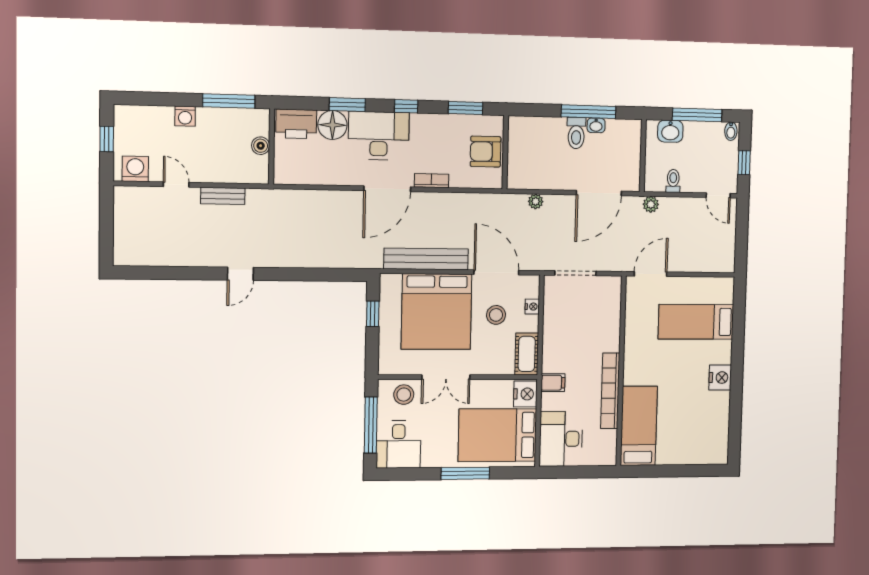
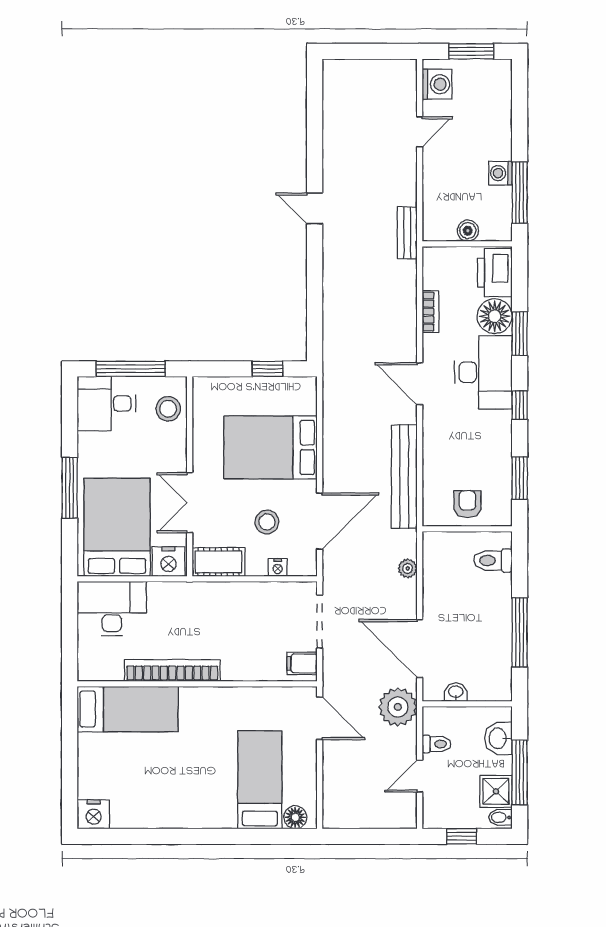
washing machine: (185, 116) -> (500, 173), moved
washbasin: (596, 125) -> (456, 692), moved, turned 90
toilet: (576, 133) -> (493, 561), moved
shower: (711, 134) -> (496, 791), added
window: (107, 139) -> (471, 51), width x1.50
armchair: (486, 152) -> (467, 504), width x0.72, depth x0.72
bookcase: (431, 181) -> (430, 312), moved
door: (387, 189) -> (420, 384), width x0.73
door: (718, 195) -> (420, 776), moved
bench: (223, 196) -> (407, 233), moved
plant: (651, 204) -> (398, 707), width x1.87, depth x1.87
bench: (426, 259) -> (404, 477), moved
floor lamp: (725, 294) -> (295, 817), added
bed: (437, 312) -> (271, 447), width x0.73
double door: (446, 377) -> (190, 503), moved
nightstand: (720, 378) -> (94, 814), moved
filing cabinet: (553, 383) -> (302, 663), moved, turned 90

